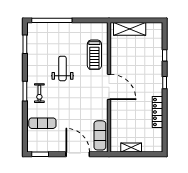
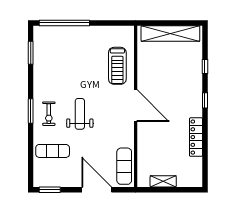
shelving: (130, 29) -> (170, 33), width x1.47
weight bench: (62, 68) -> (80, 114), moved

